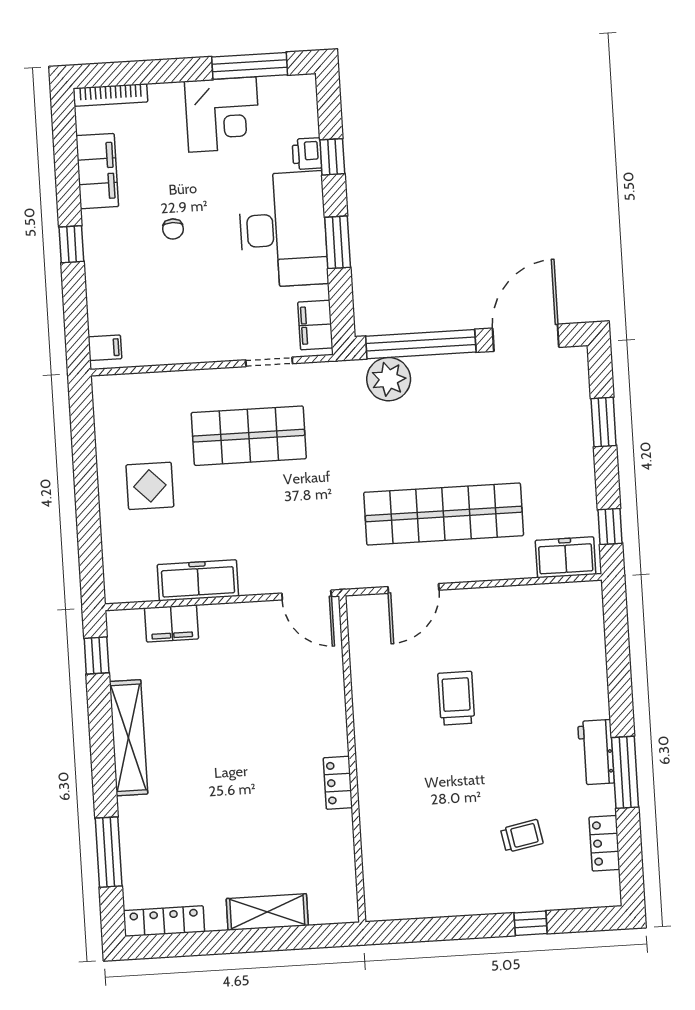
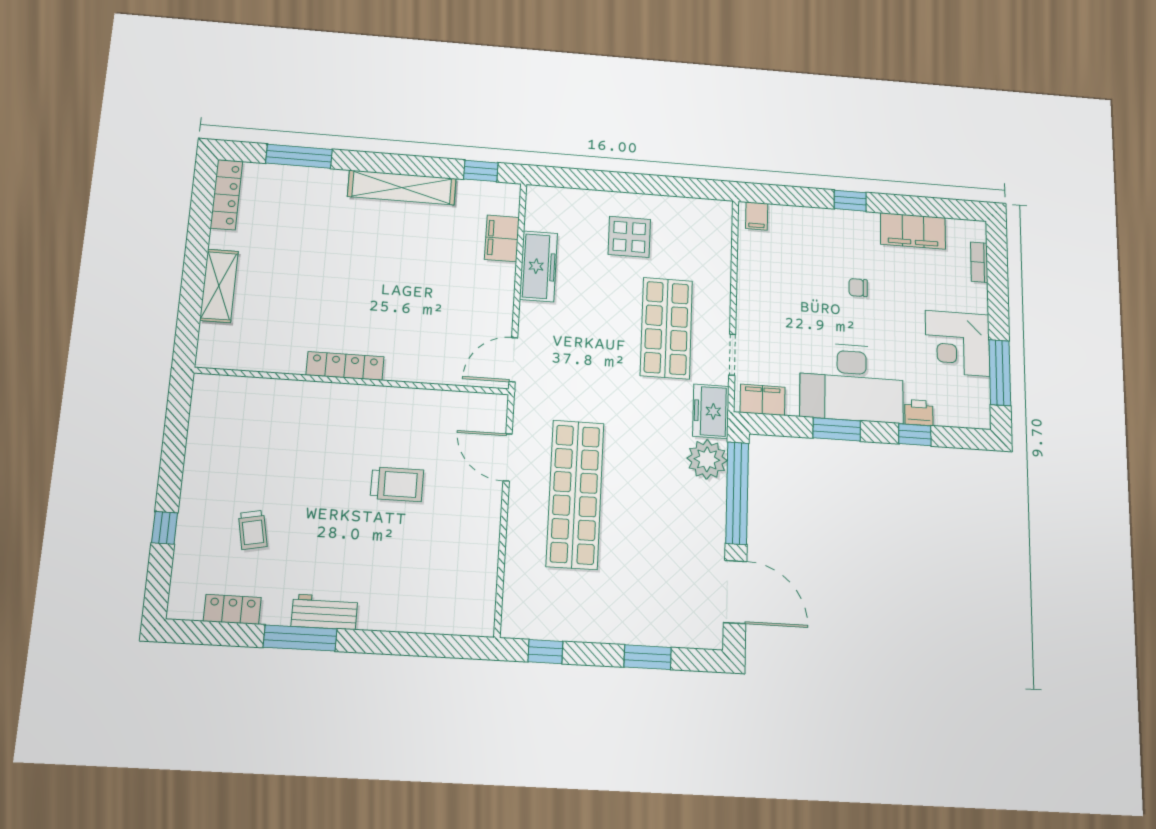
bookcase: (111, 95) -> (979, 262), width x0.64
freezer: (566, 557) -> (711, 411), moved, turned 180
locker: (338, 783) -> (345, 366), width x1.53

